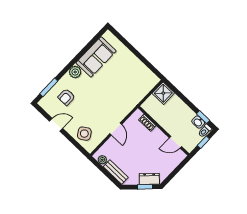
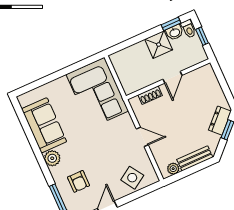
corner sofa: (134, 85) -> (97, 93), added
shower: (163, 93) -> (159, 45), moved
door: (175, 142) -> (173, 77), moved

